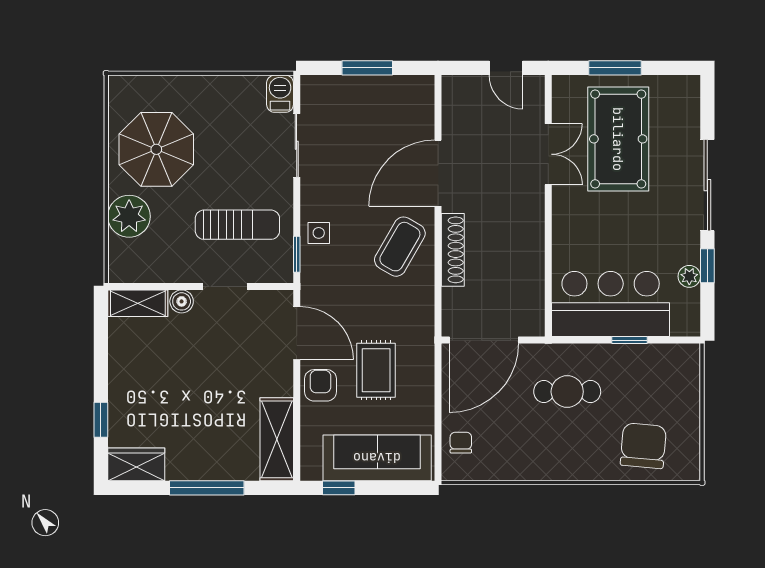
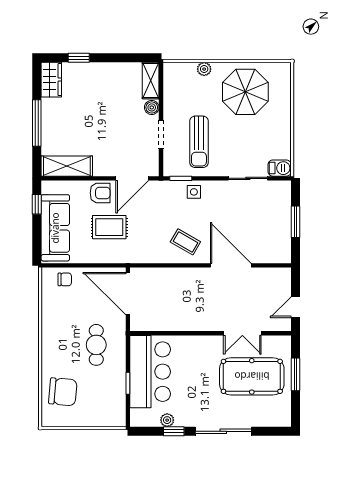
plant: (129, 216) -> (204, 69), width x0.53, depth x0.53
coffee table: (400, 247) -> (185, 242), width x0.73, depth x0.77
shoe rack: (453, 250) -> (183, 274), removed

